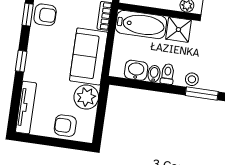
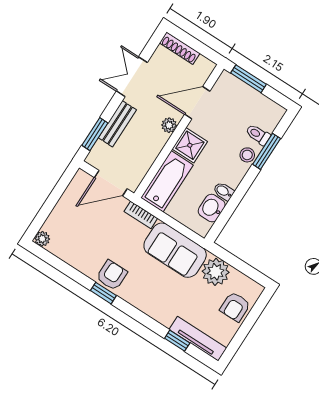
window: (21, 61) -> (177, 341), moved
toilet: (167, 74) -> (258, 135), moved

